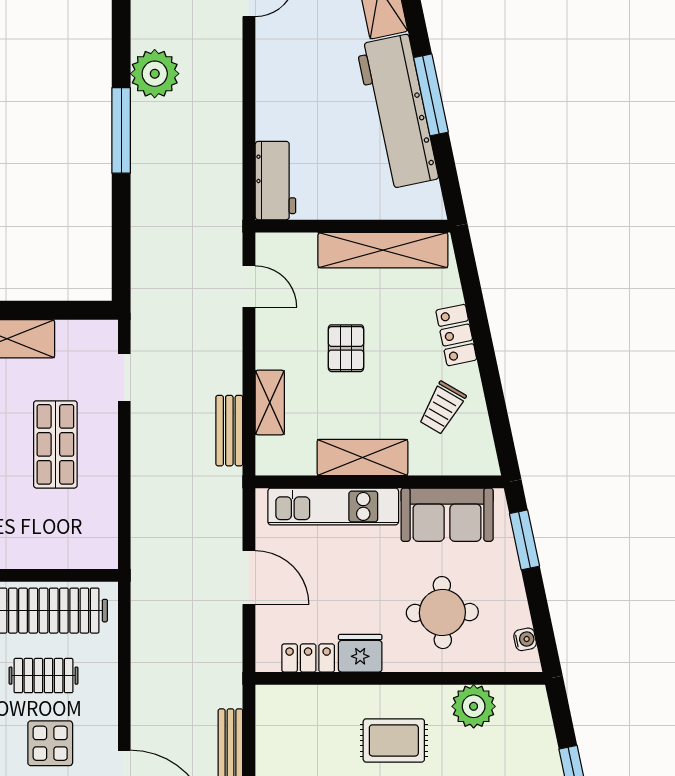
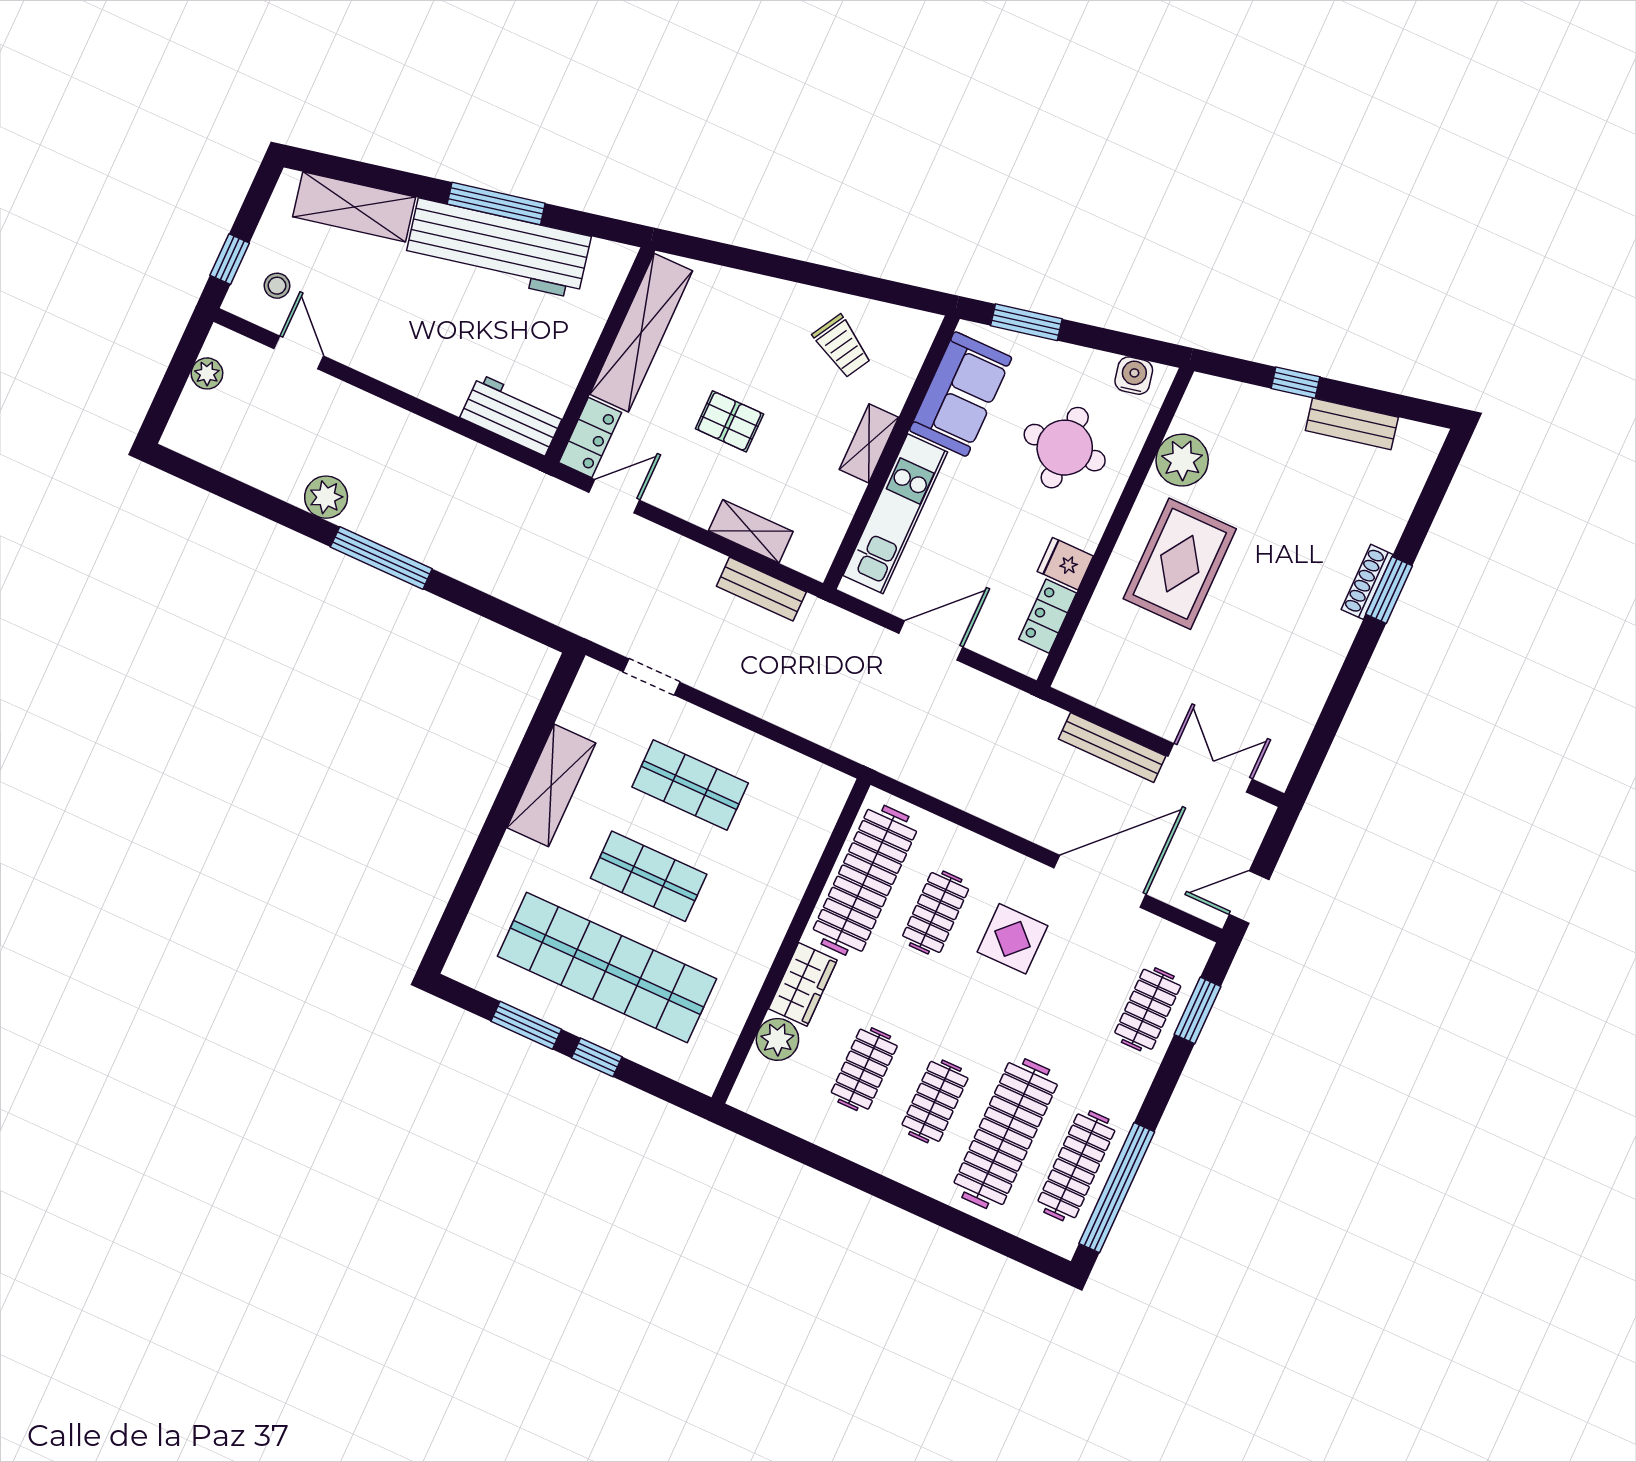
plant: (155, 74) -> (326, 497), width x0.73, depth x0.73
locker: (456, 335) -> (590, 437), moved, turned -78
shelving: (362, 457) -> (869, 443), width x0.67, depth x0.75
water cooler: (525, 639) -> (1134, 376), width x1.38, depth x1.38
fridge: (360, 653) -> (1065, 564), width x0.72
rug: (394, 740) -> (1180, 564), width x1.36, depth x1.43

